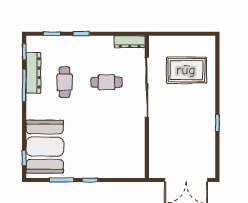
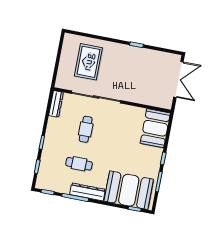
dresser: (33, 73) -> (87, 192), moved
booth: (124, 164) -> (155, 128), added

